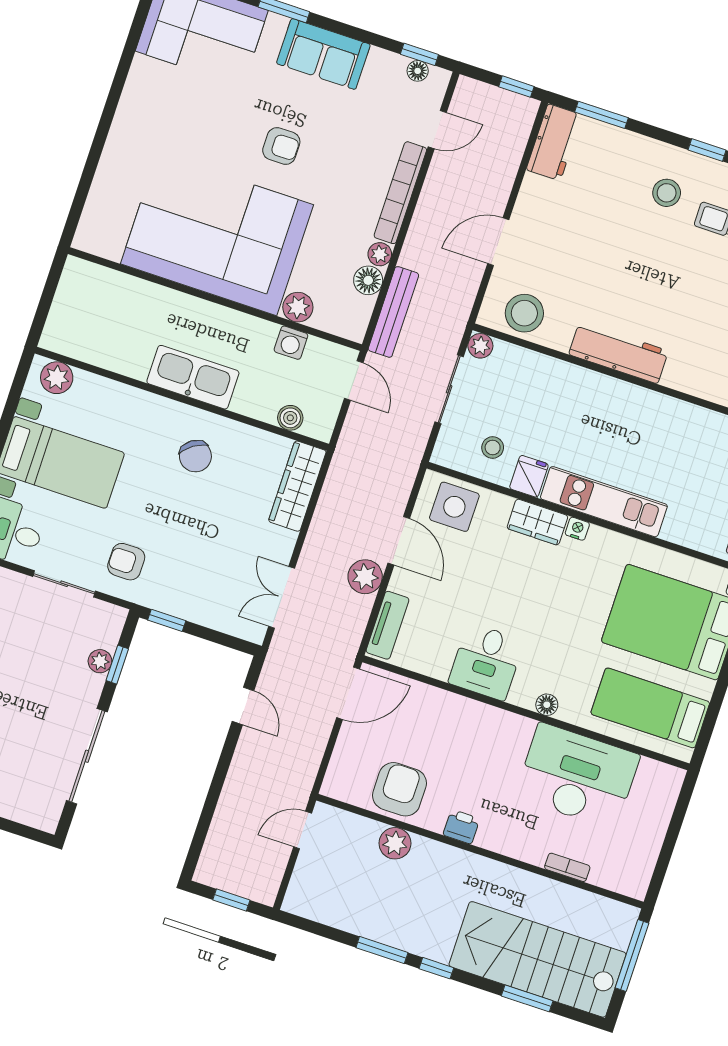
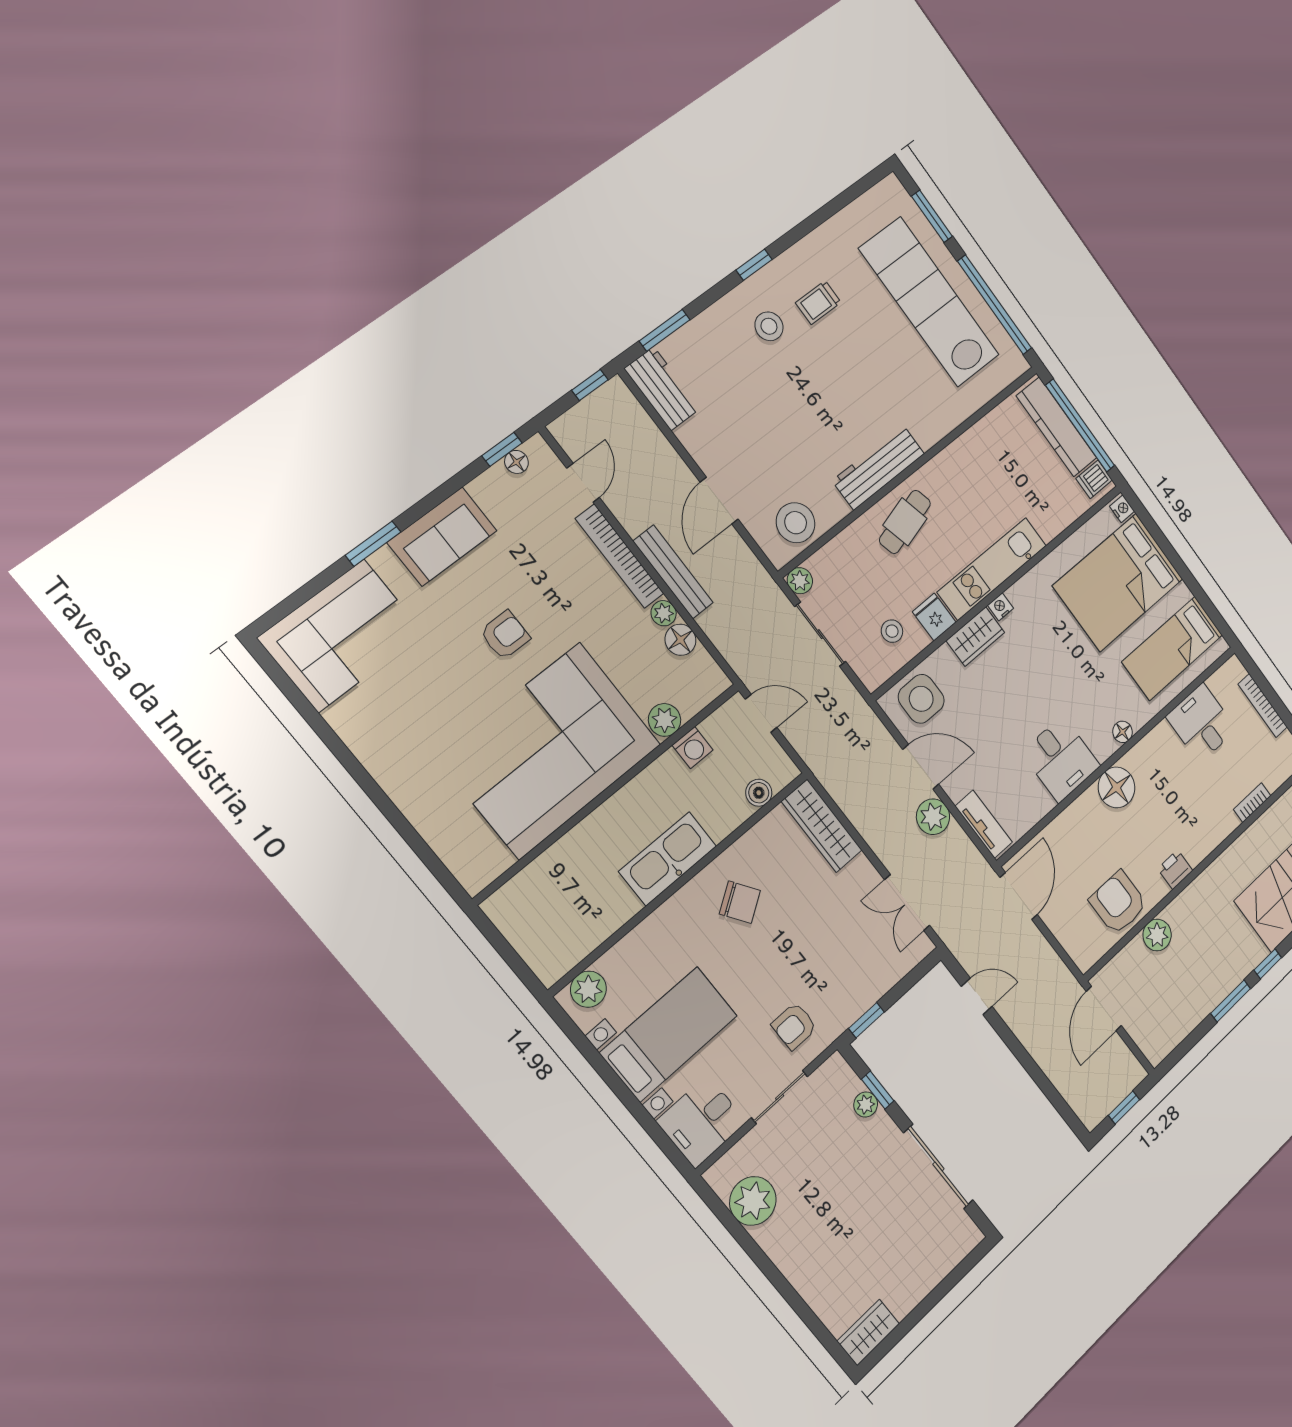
bench: (393, 312) -> (673, 572), moved
cafe table: (590, 403) -> (905, 522), added
floor lamp: (496, 728) -> (1117, 787), added
desk: (577, 776) -> (1201, 723), width x0.53, depth x0.77
bookcase: (659, 826) -> (1263, 706), added
door: (303, 830) -> (1104, 1009), width x1.38

